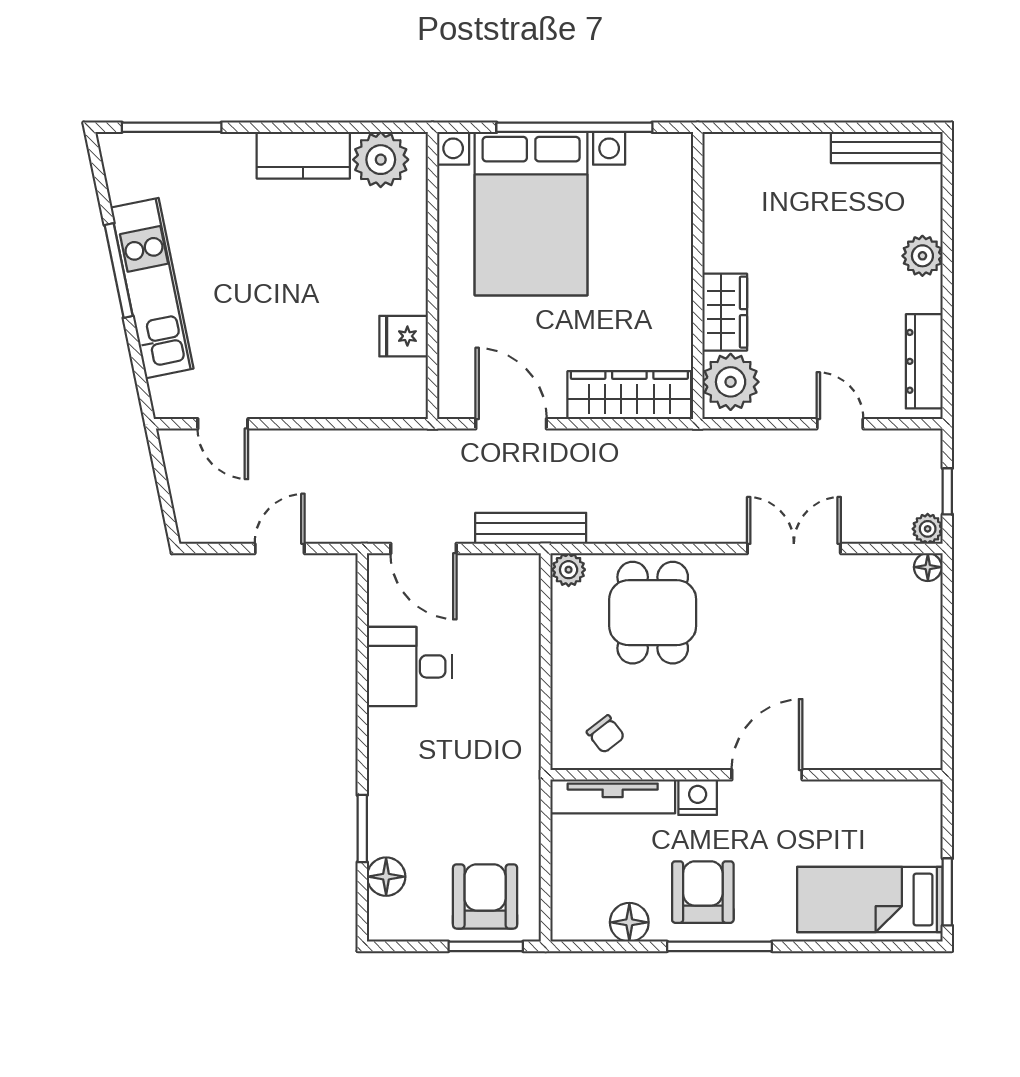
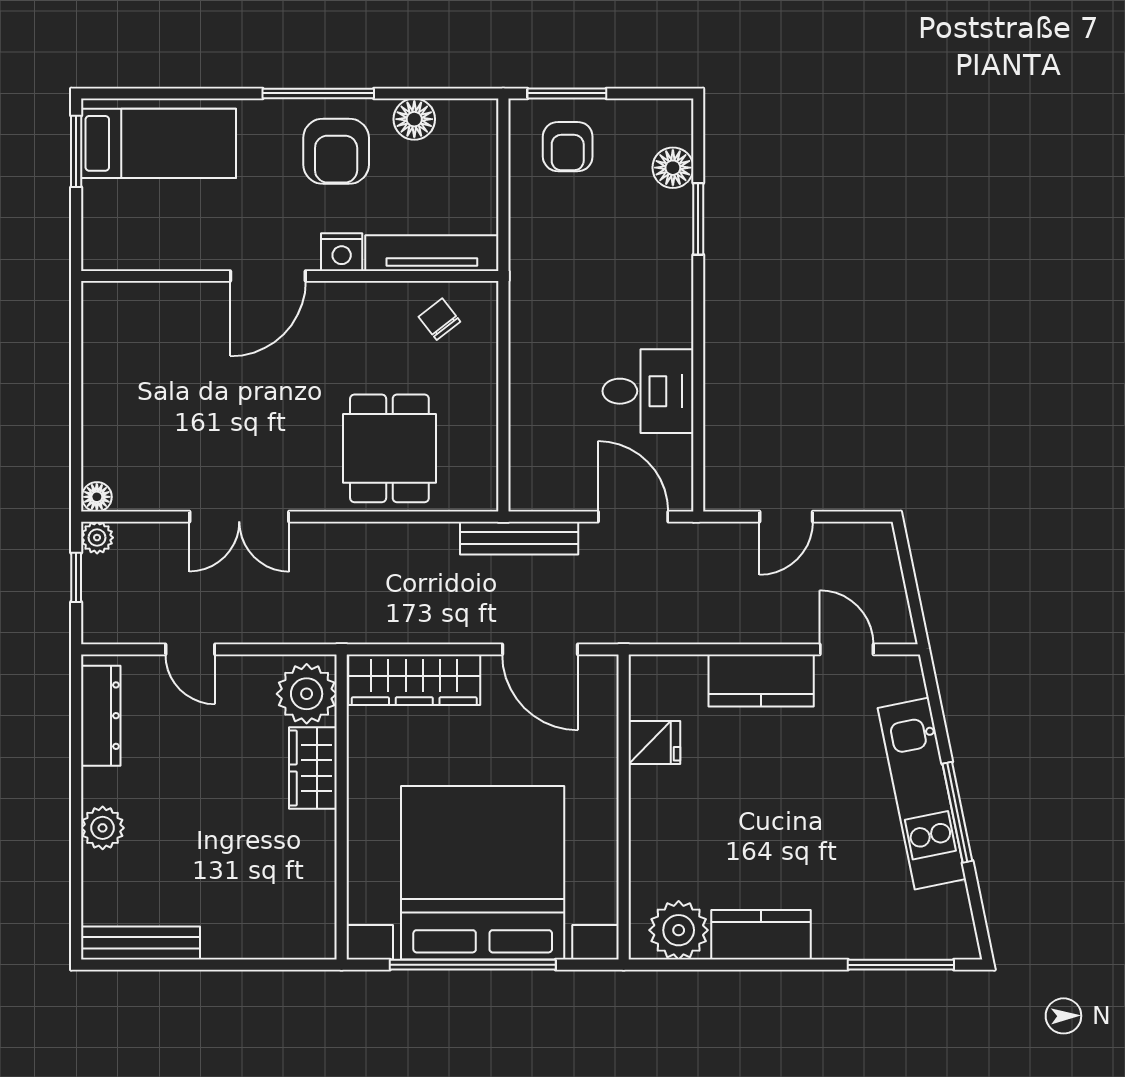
bed with nightstands: (531, 214) -> (483, 873), width x1.36
kitchen counter: (303, 394) -> (761, 680), added
plant: (569, 570) -> (479, 494), removed
armchair: (485, 896) -> (568, 147), width x0.72, depth x0.72

